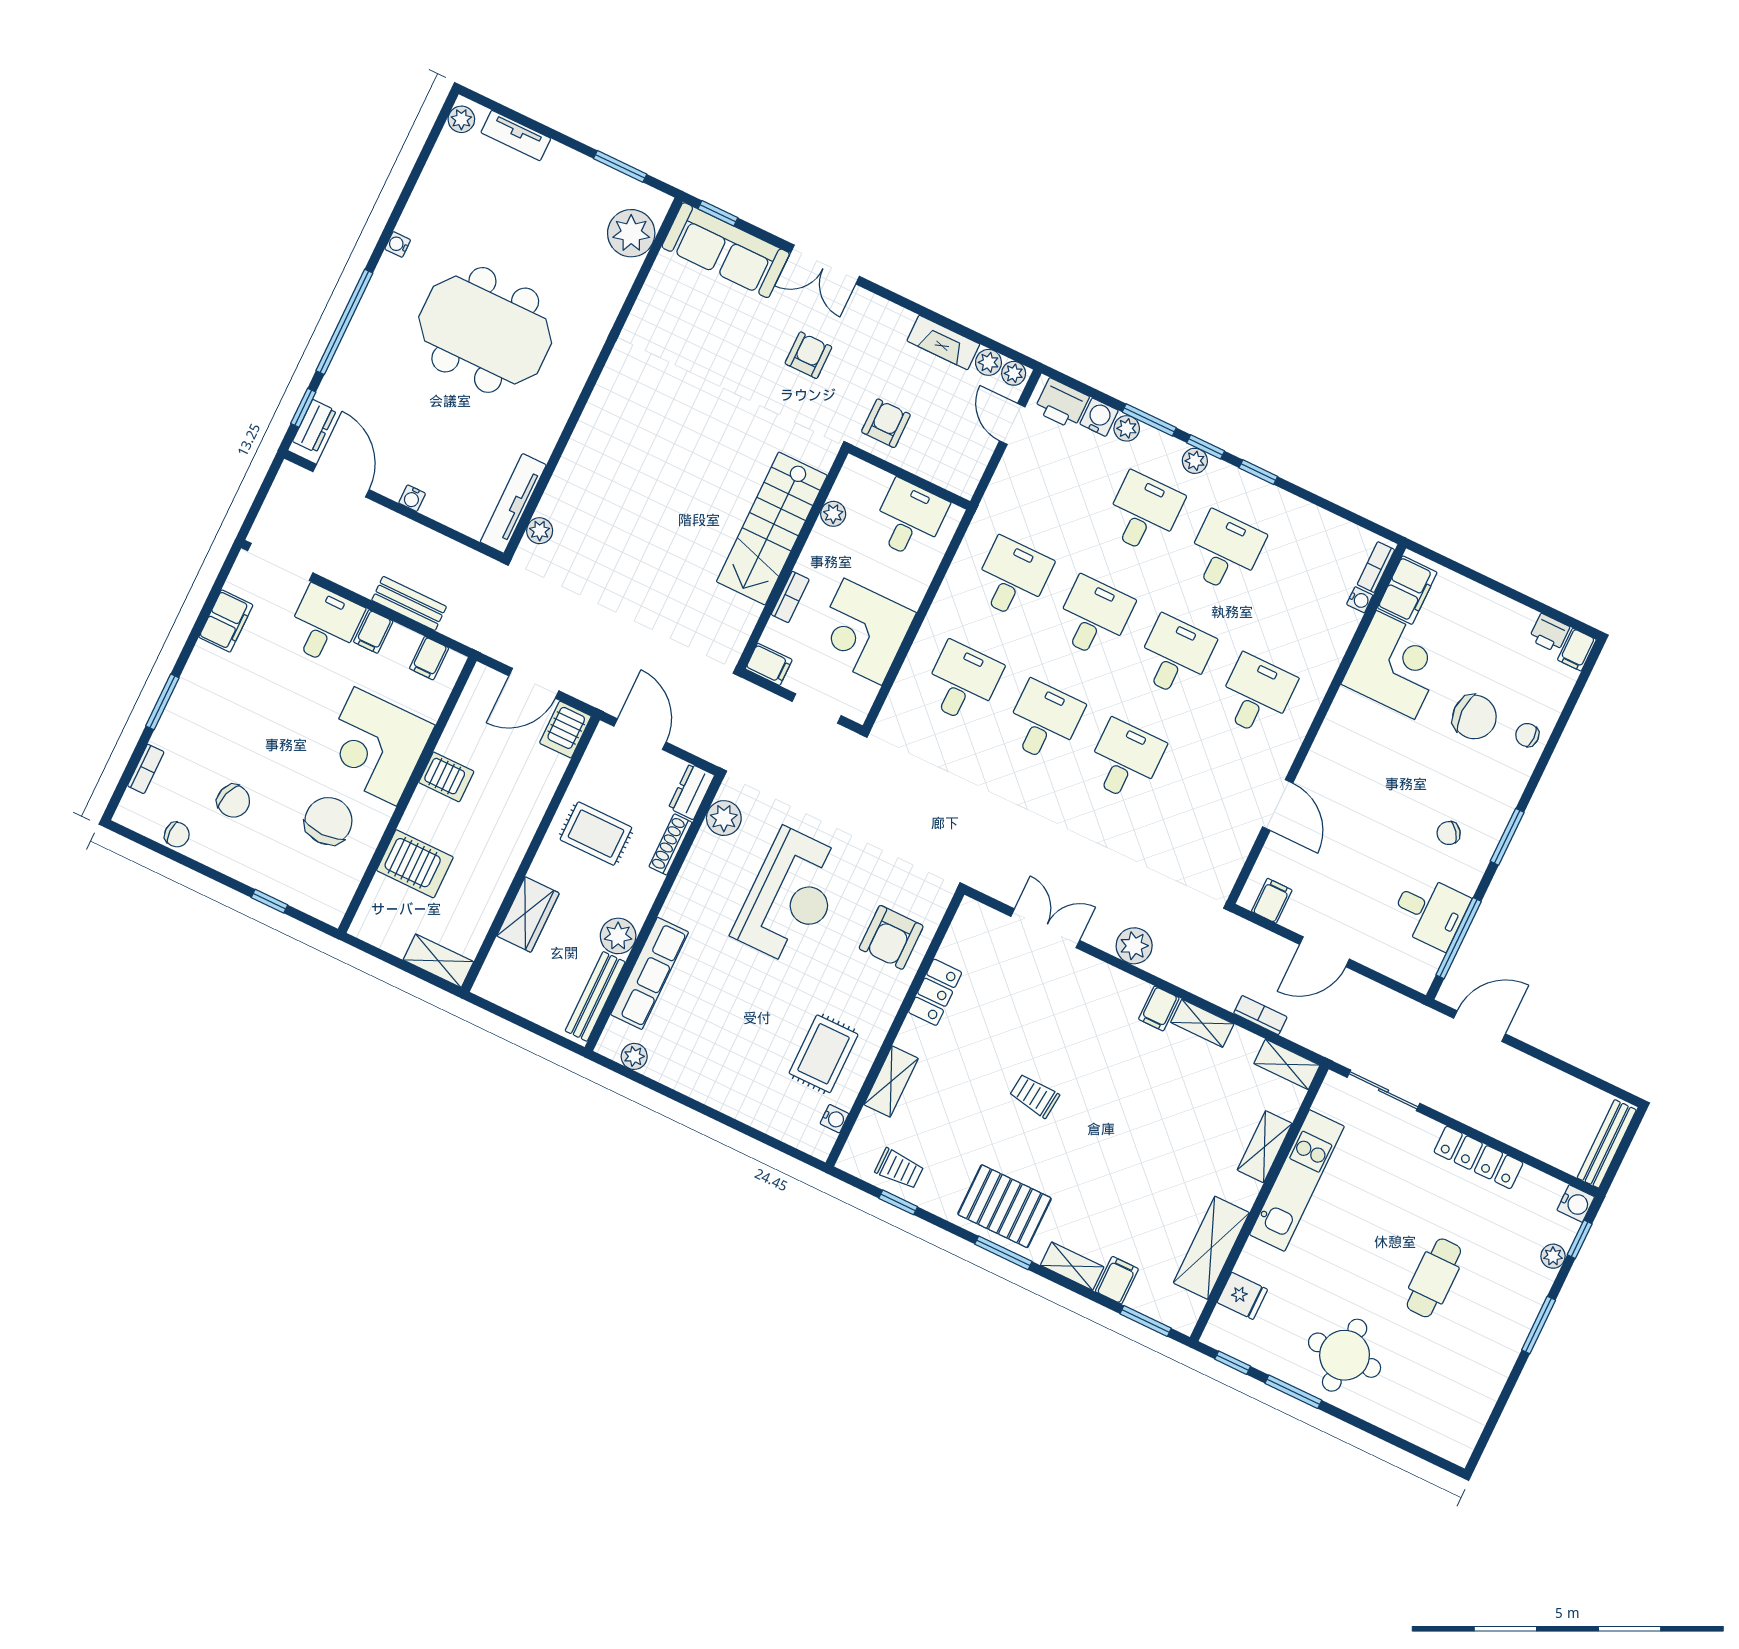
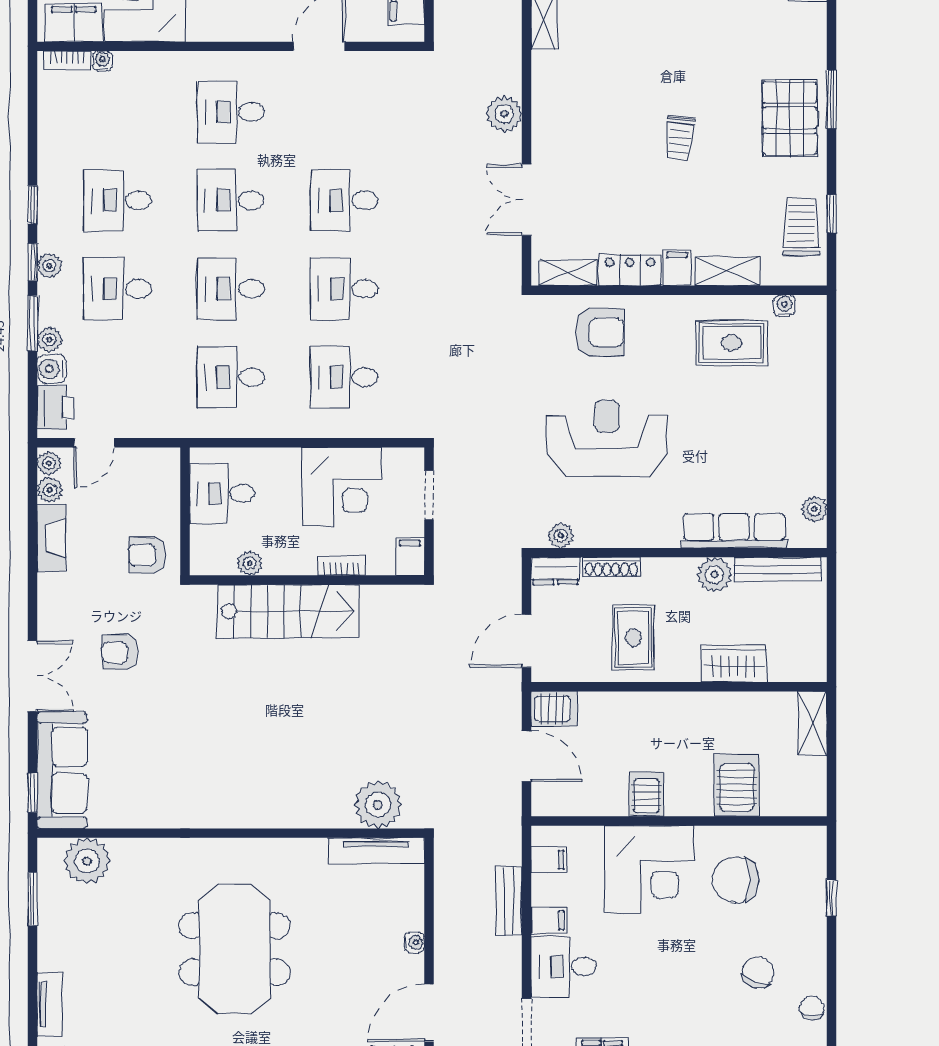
plant: (540, 531) -> (378, 805), width x1.88, depth x1.88
plant: (724, 818) -> (561, 536), width x0.73, depth x0.73
filing cabinet: (1159, 1009) -> (677, 267), moved, turned -90
trolley: (899, 1169) -> (801, 227), width x1.36, depth x1.39
shelving: (1072, 1266) -> (568, 273), moved, turned 90

